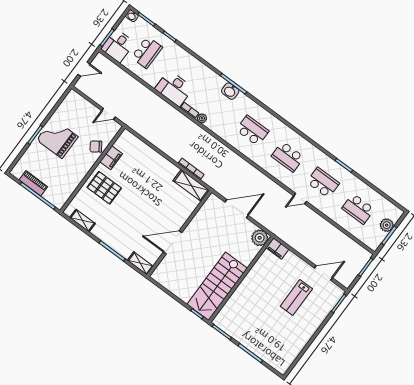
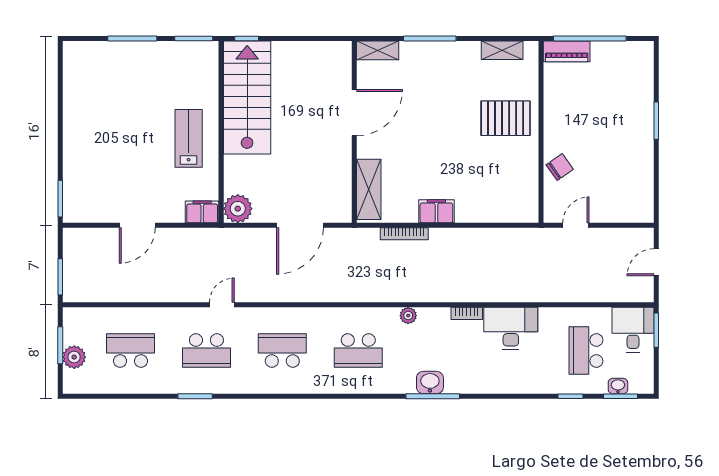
washbasin: (132, 16) -> (618, 386), moved
plant: (202, 118) -> (408, 316), moved
grand piano: (57, 138) -> (622, 139), removed
filing cabinet: (111, 158) -> (436, 211), moved, turned 90
piano: (33, 183) -> (567, 51), moved
shelving: (191, 186) -> (369, 189), moved, turned 90
door: (323, 273) -> (137, 225), moved
lab bench: (296, 297) -> (189, 138), moved

